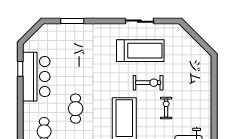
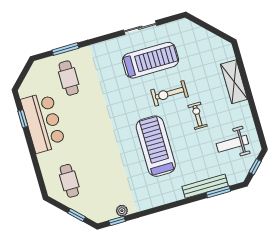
exercise bike: (148, 83) -> (169, 93), turned 180
shelving: (205, 88) -> (234, 82), added
cafe table: (76, 109) -> (69, 78), moved

